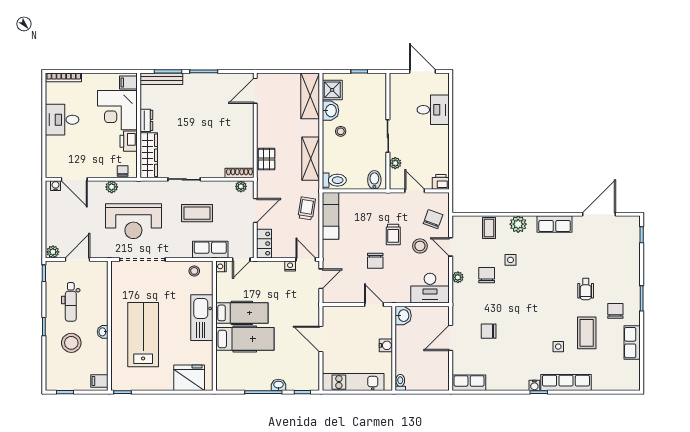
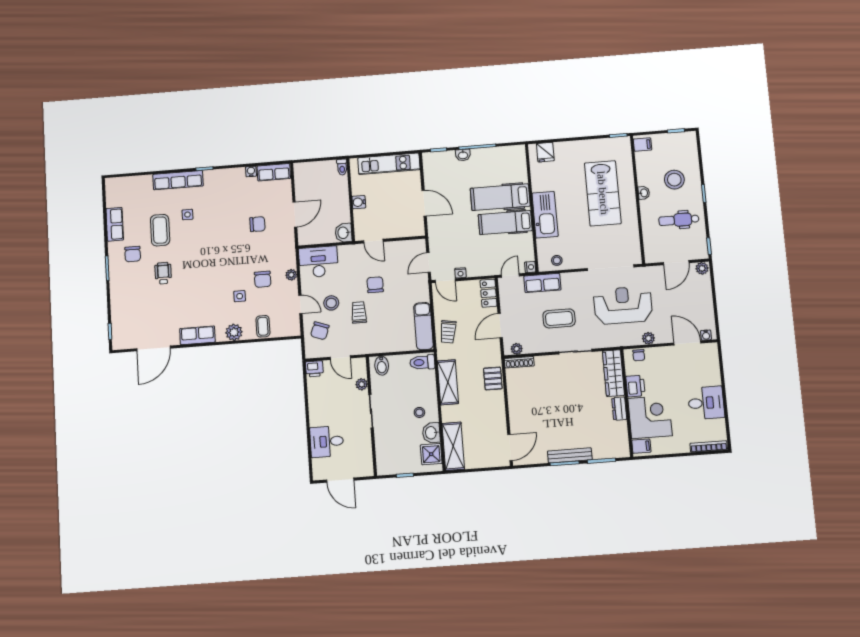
bench: (161, 79) -> (570, 455), moved
dental chair: (71, 302) -> (679, 220), turned -90
fridge: (189, 378) -> (545, 152), width x0.53, depth x0.75
water cooler: (534, 385) -> (251, 171), moved

